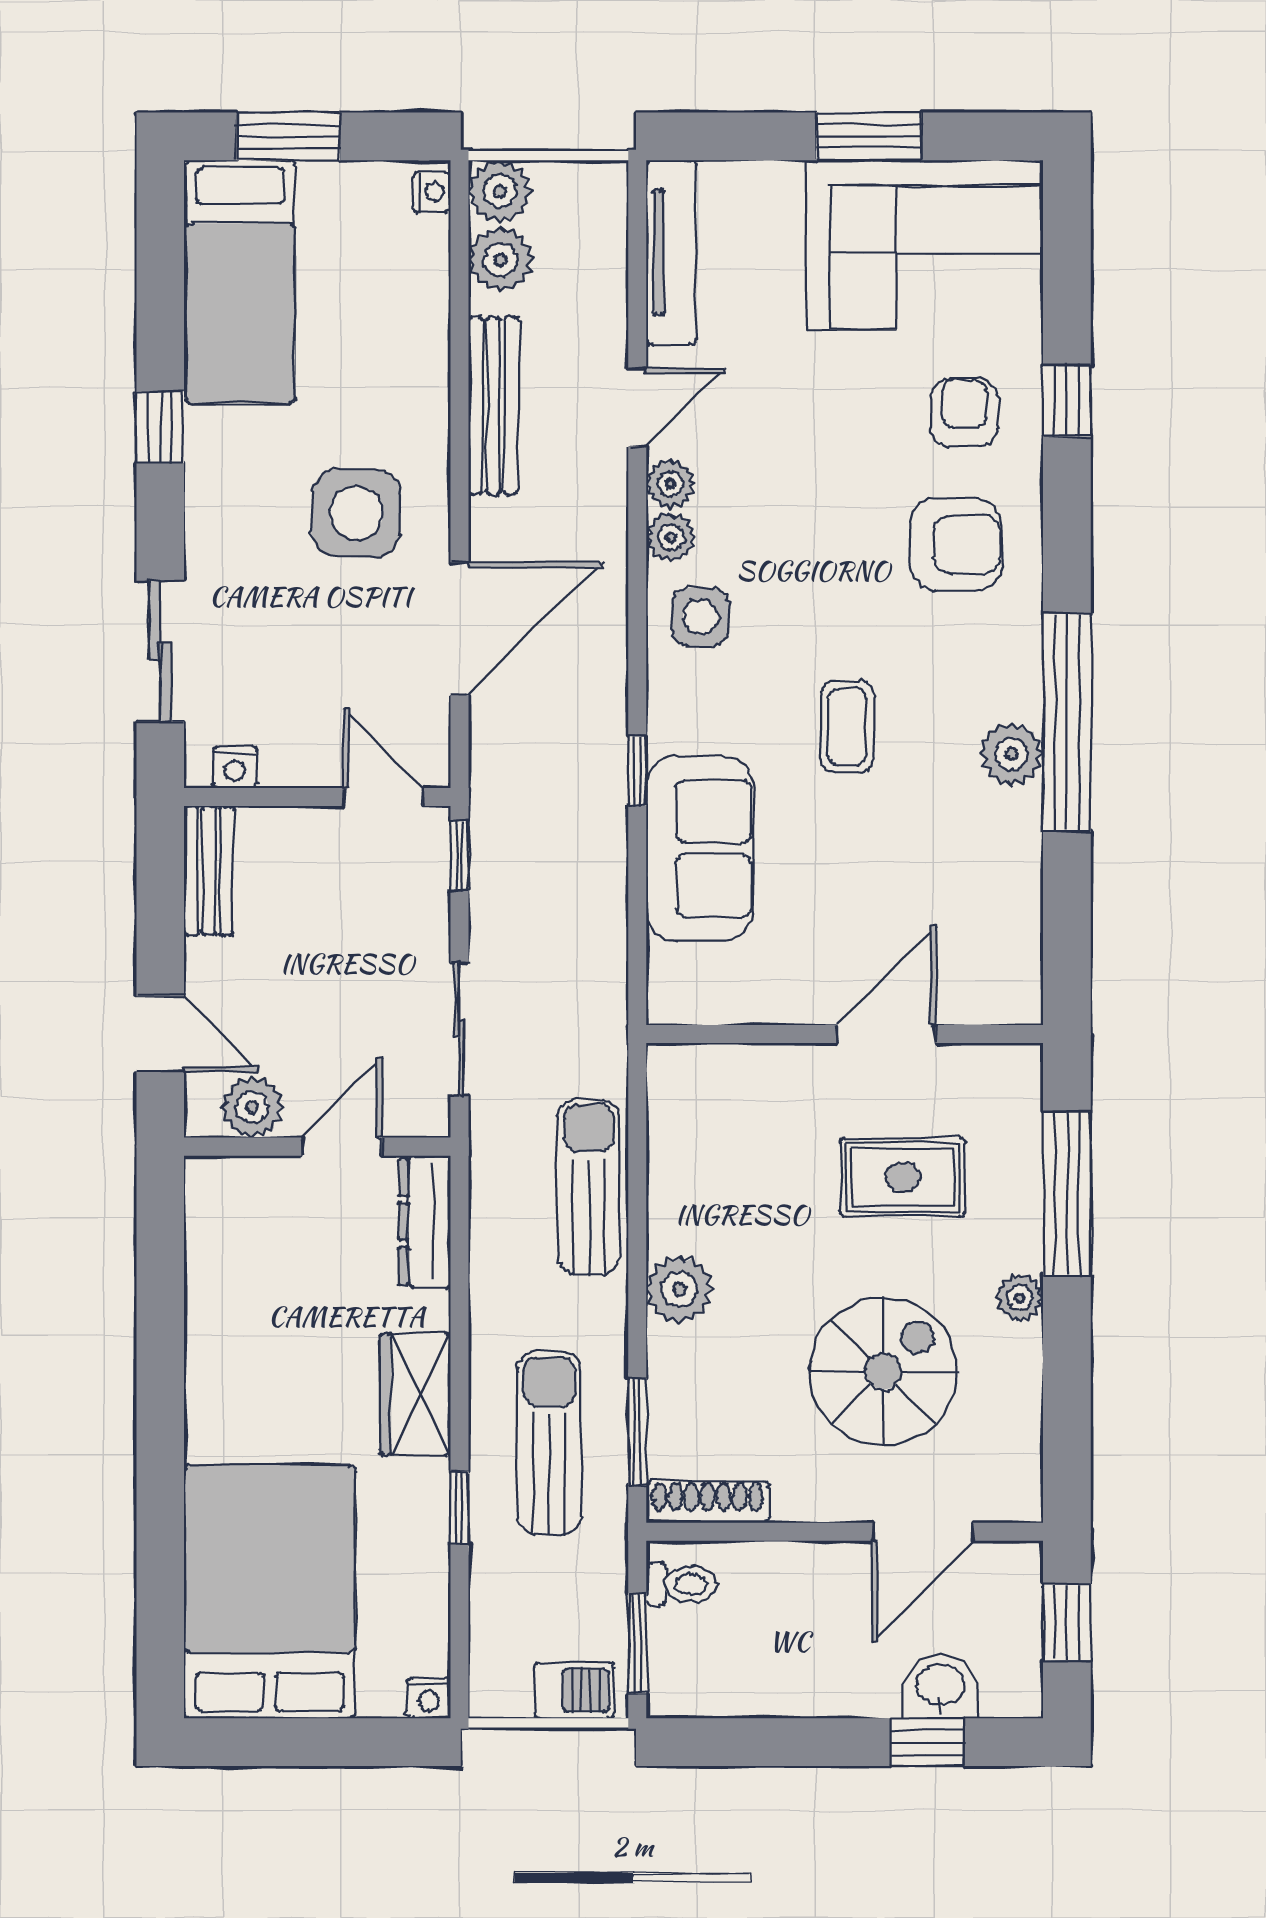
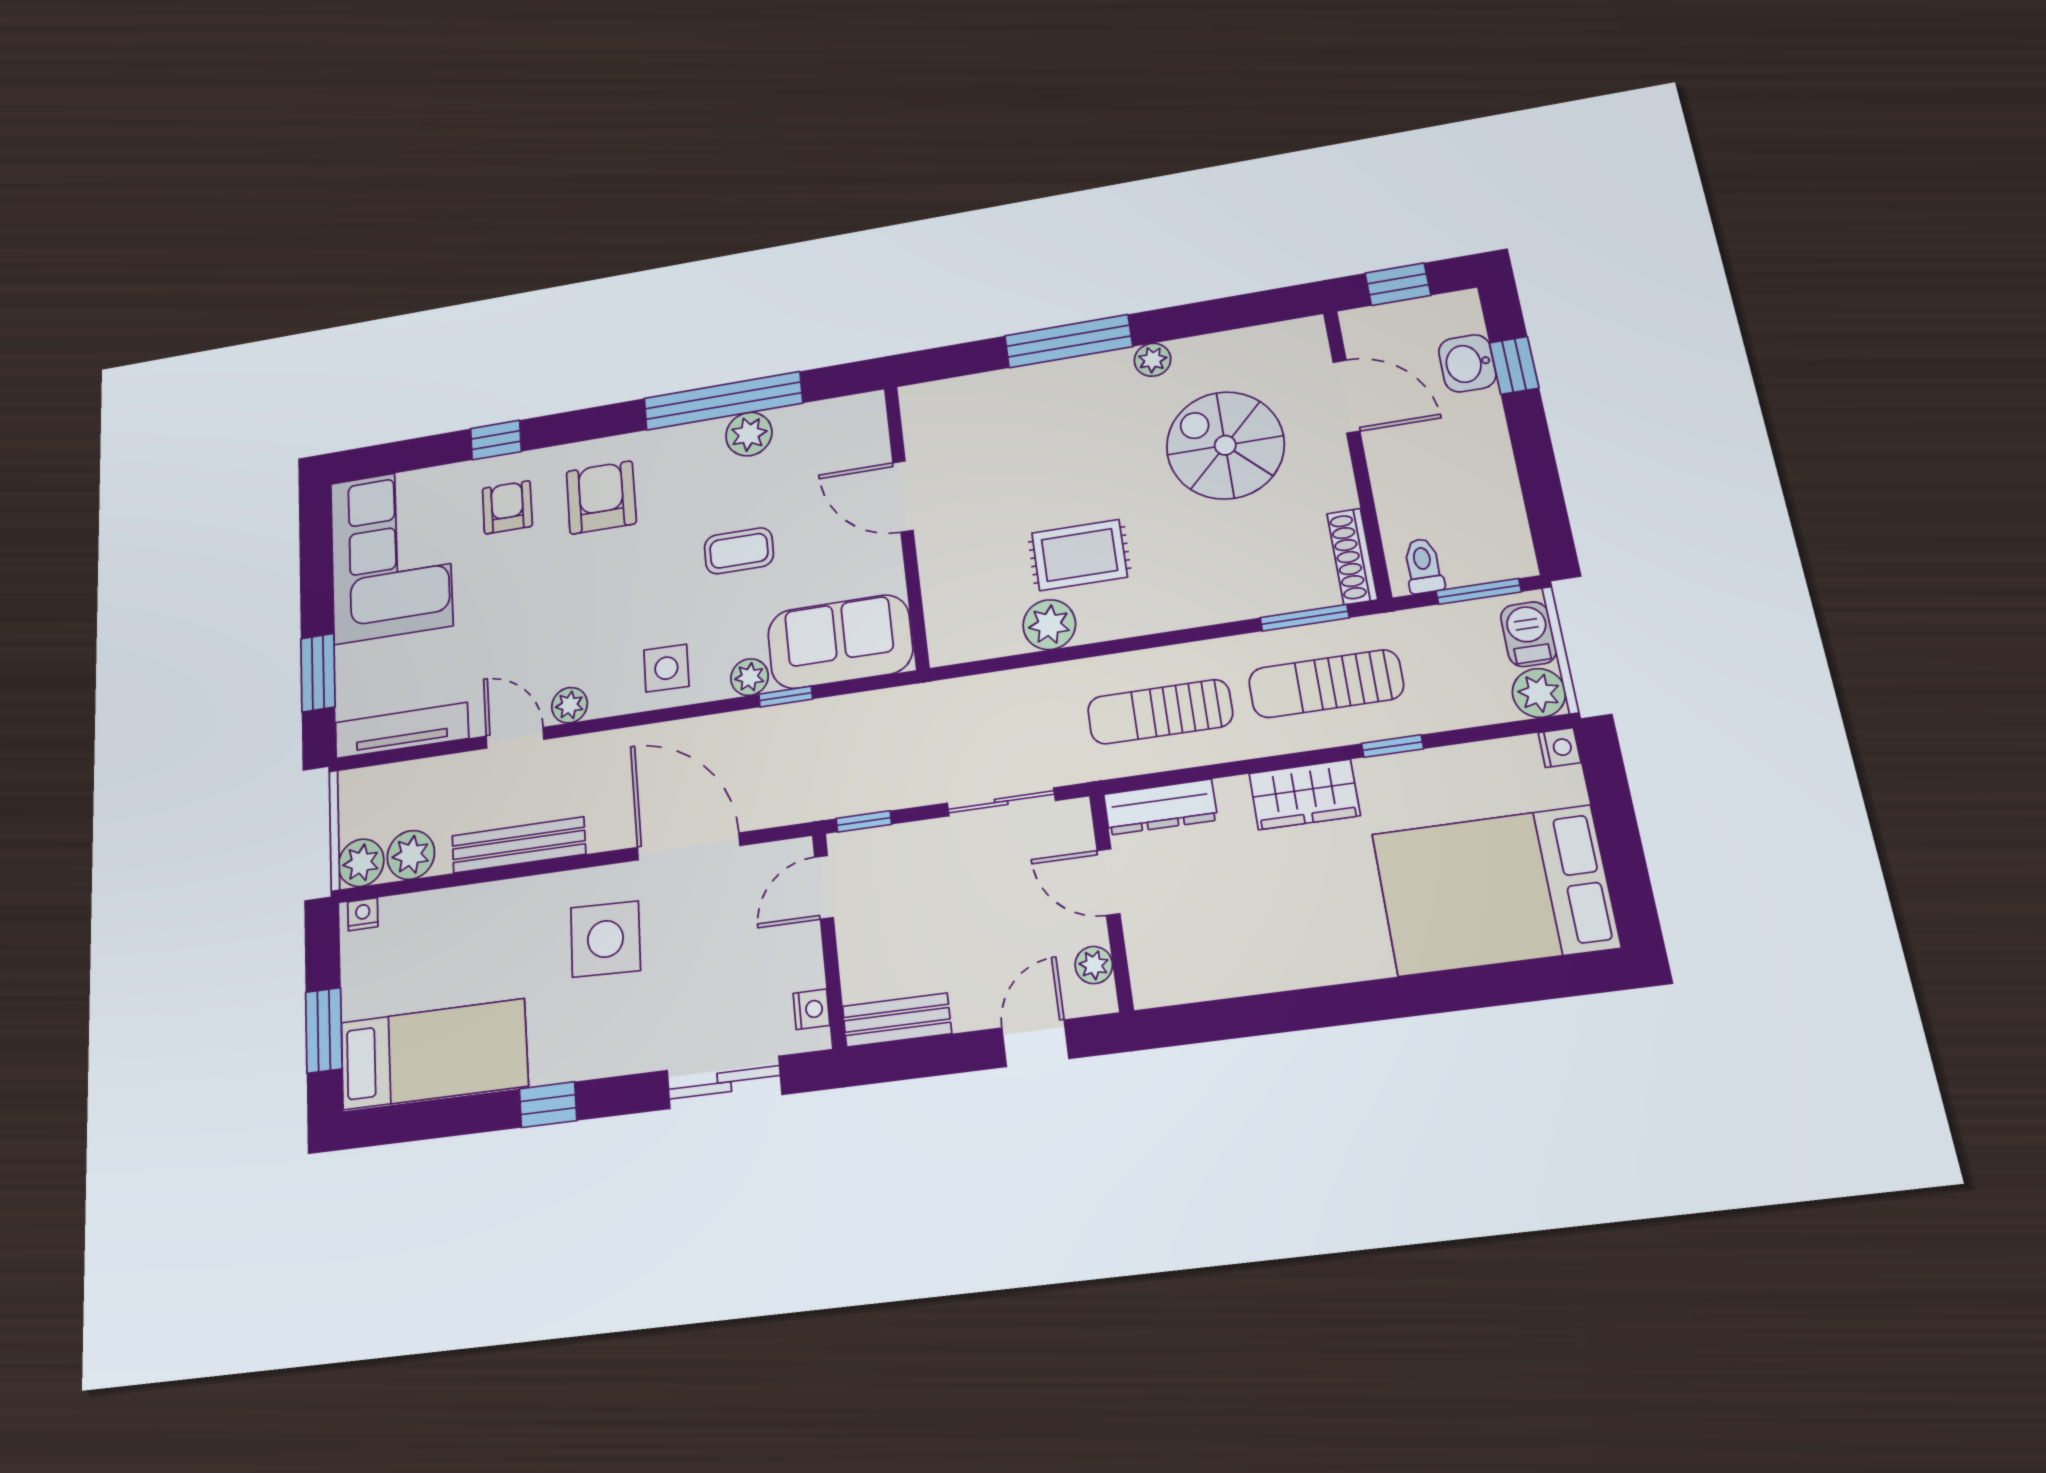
window: (869, 136) -> (318, 673), moved
armchair: (964, 412) -> (507, 507), turned 90
plant: (671, 537) -> (750, 677), moved
wall: (845, 1034) -> (906, 525), moved
door: (886, 1034) -> (903, 496), moved
plant: (252, 1107) -> (1094, 965), width x0.73, depth x0.73
rug: (903, 1177) -> (1079, 555), moved, turned 90
sun lounger: (589, 1187) -> (1160, 712), moved
plant: (679, 1289) -> (1049, 625), moved
plant: (499, 1688) -> (1539, 693), added

